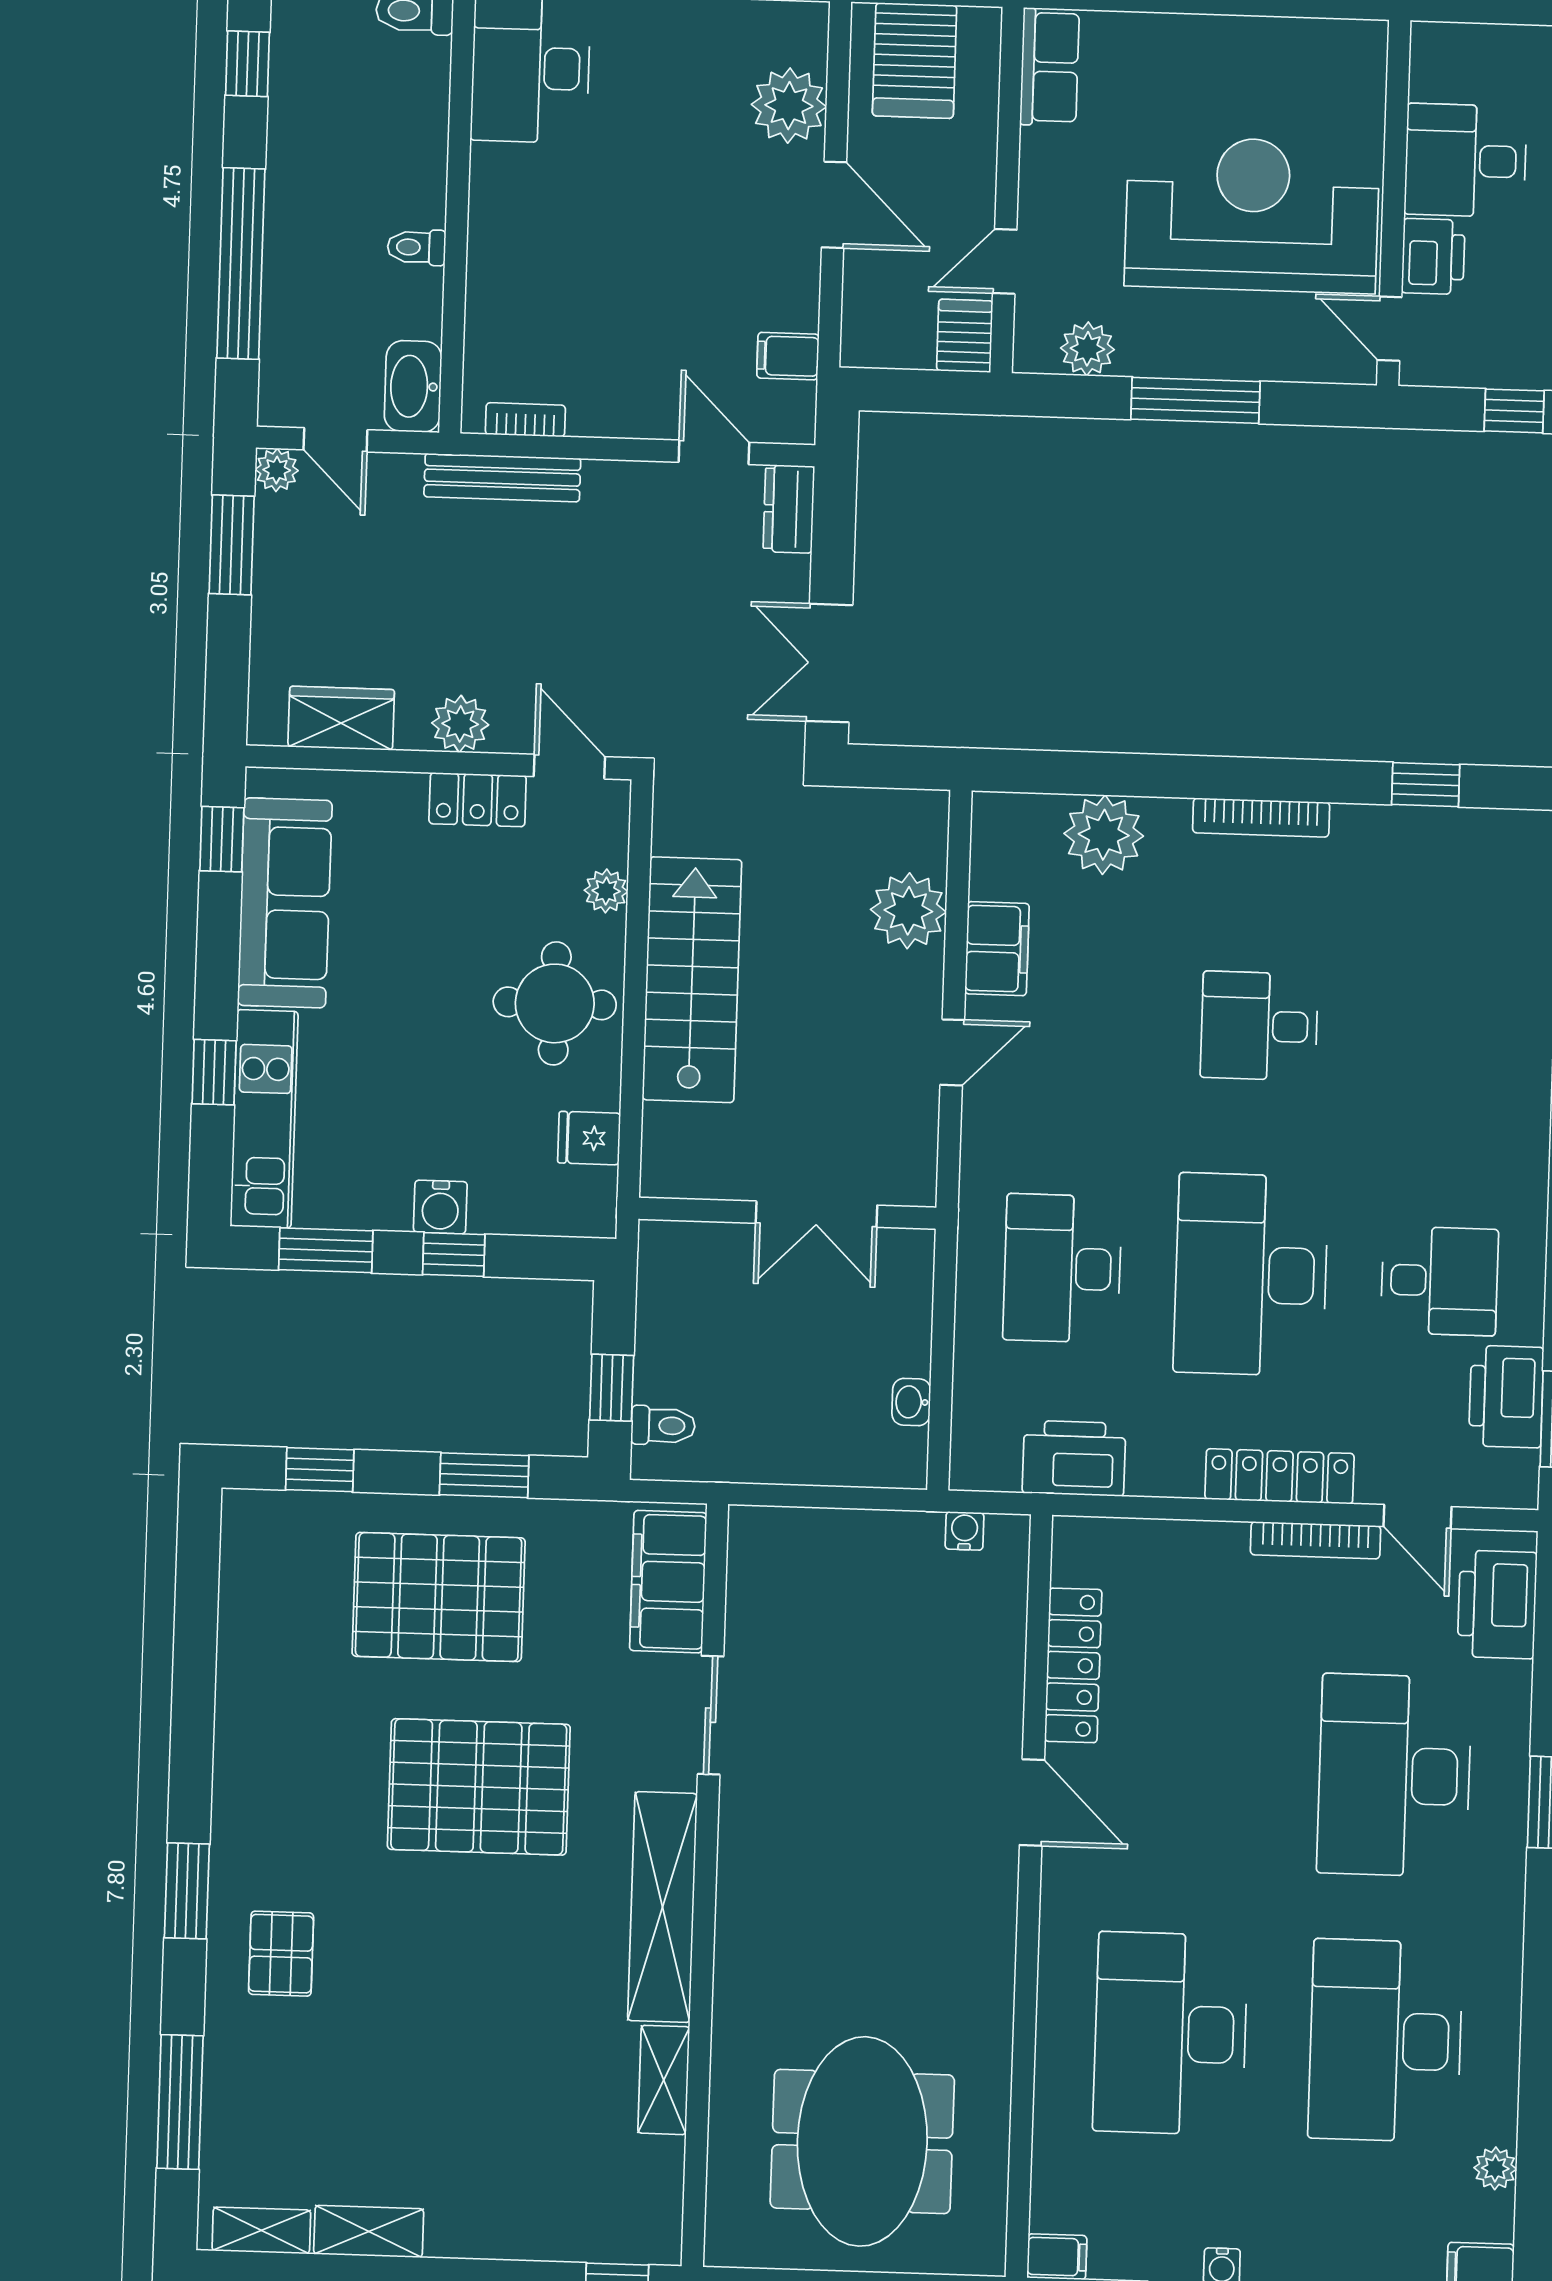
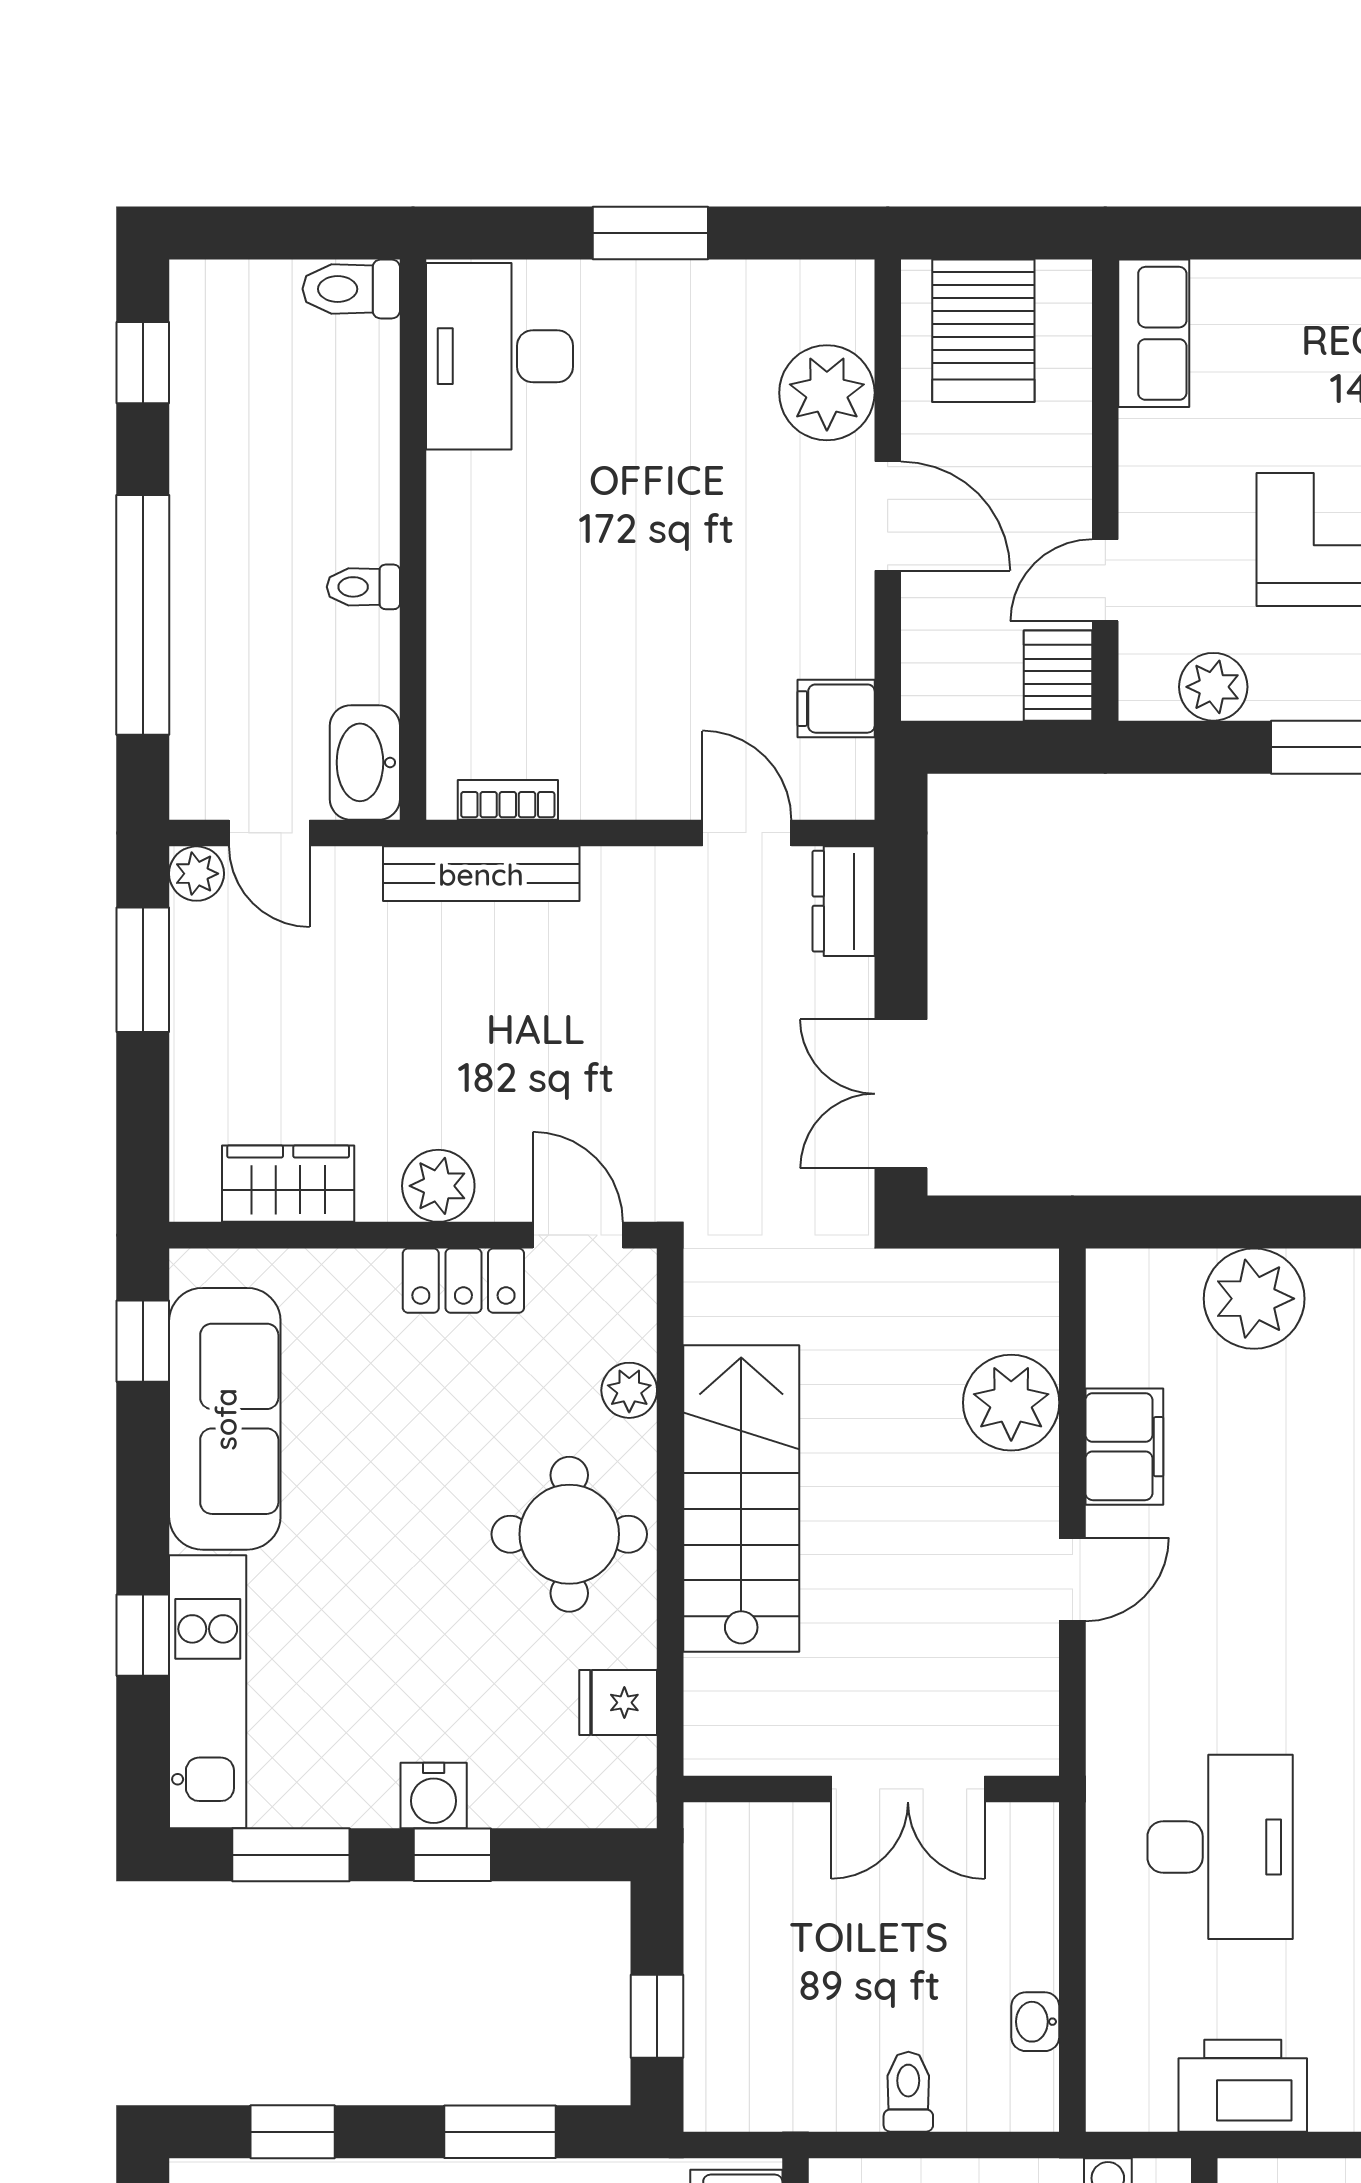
desk: (1062, 1268) -> (1220, 1847), turned 180
toilet: (663, 1426) -> (908, 2092), moved, turned -90

